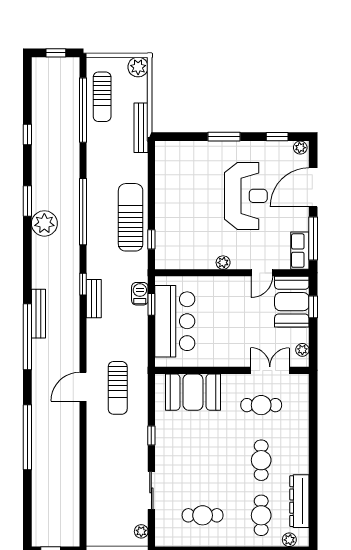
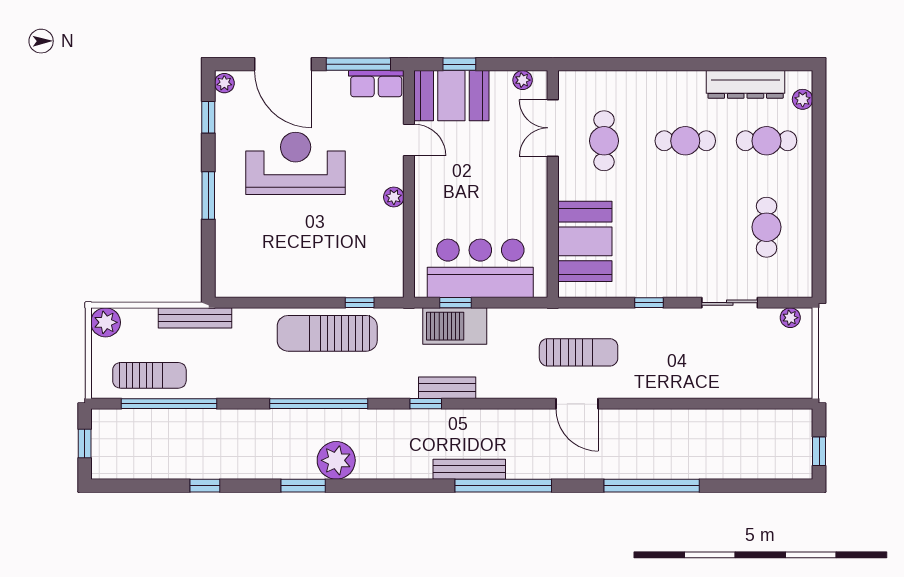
barbecue: (140, 294) -> (455, 326), width x1.88, depth x1.53

